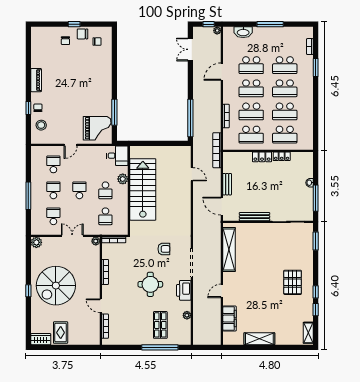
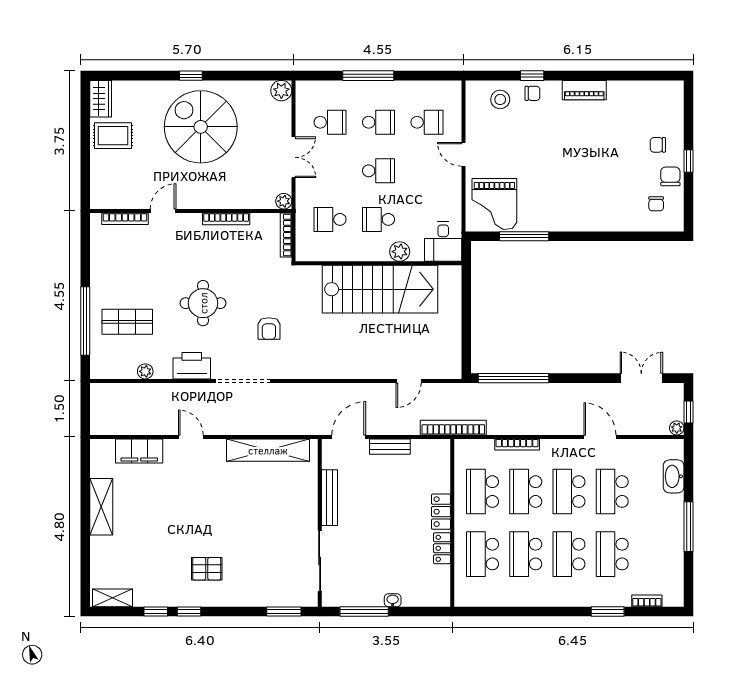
pallet: (293, 282) -> (207, 569), width x0.67, depth x0.71

